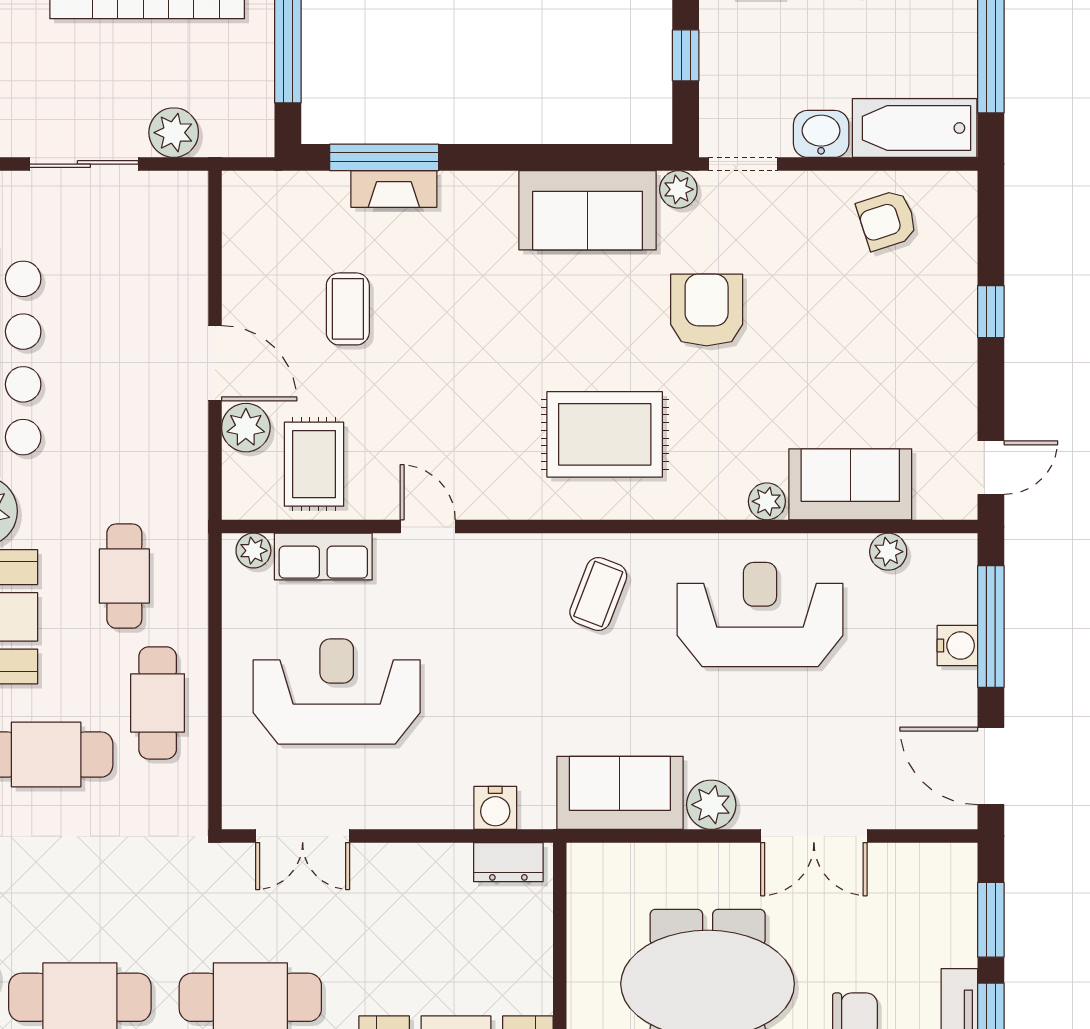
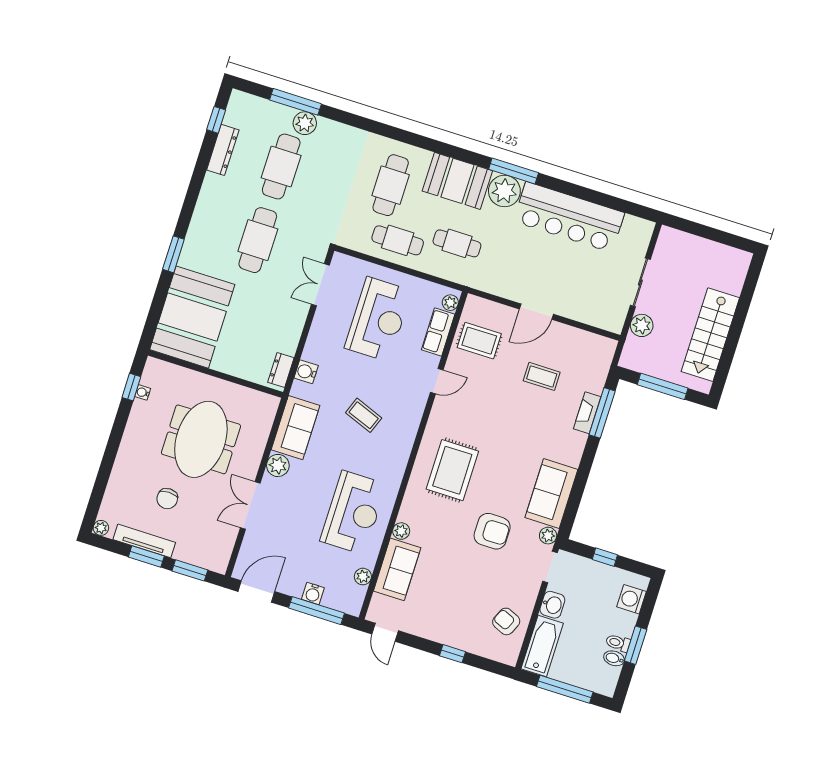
armchair: (887, 220) -> (506, 621), turned -48
plant: (246, 428) -> (504, 316), removed
coffee table: (598, 594) -> (364, 415), moved

